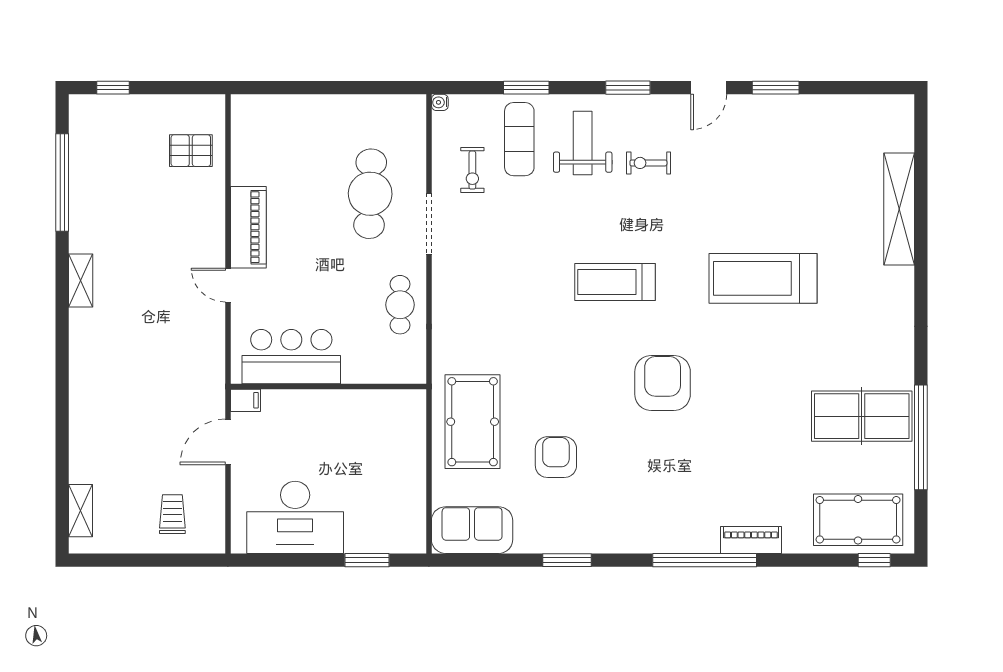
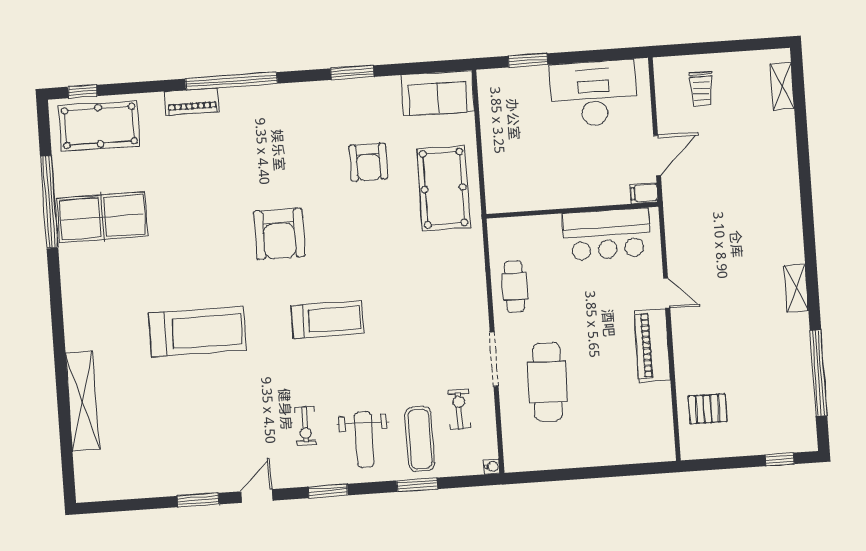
exercise bike: (648, 163) -> (305, 426), turned 90

